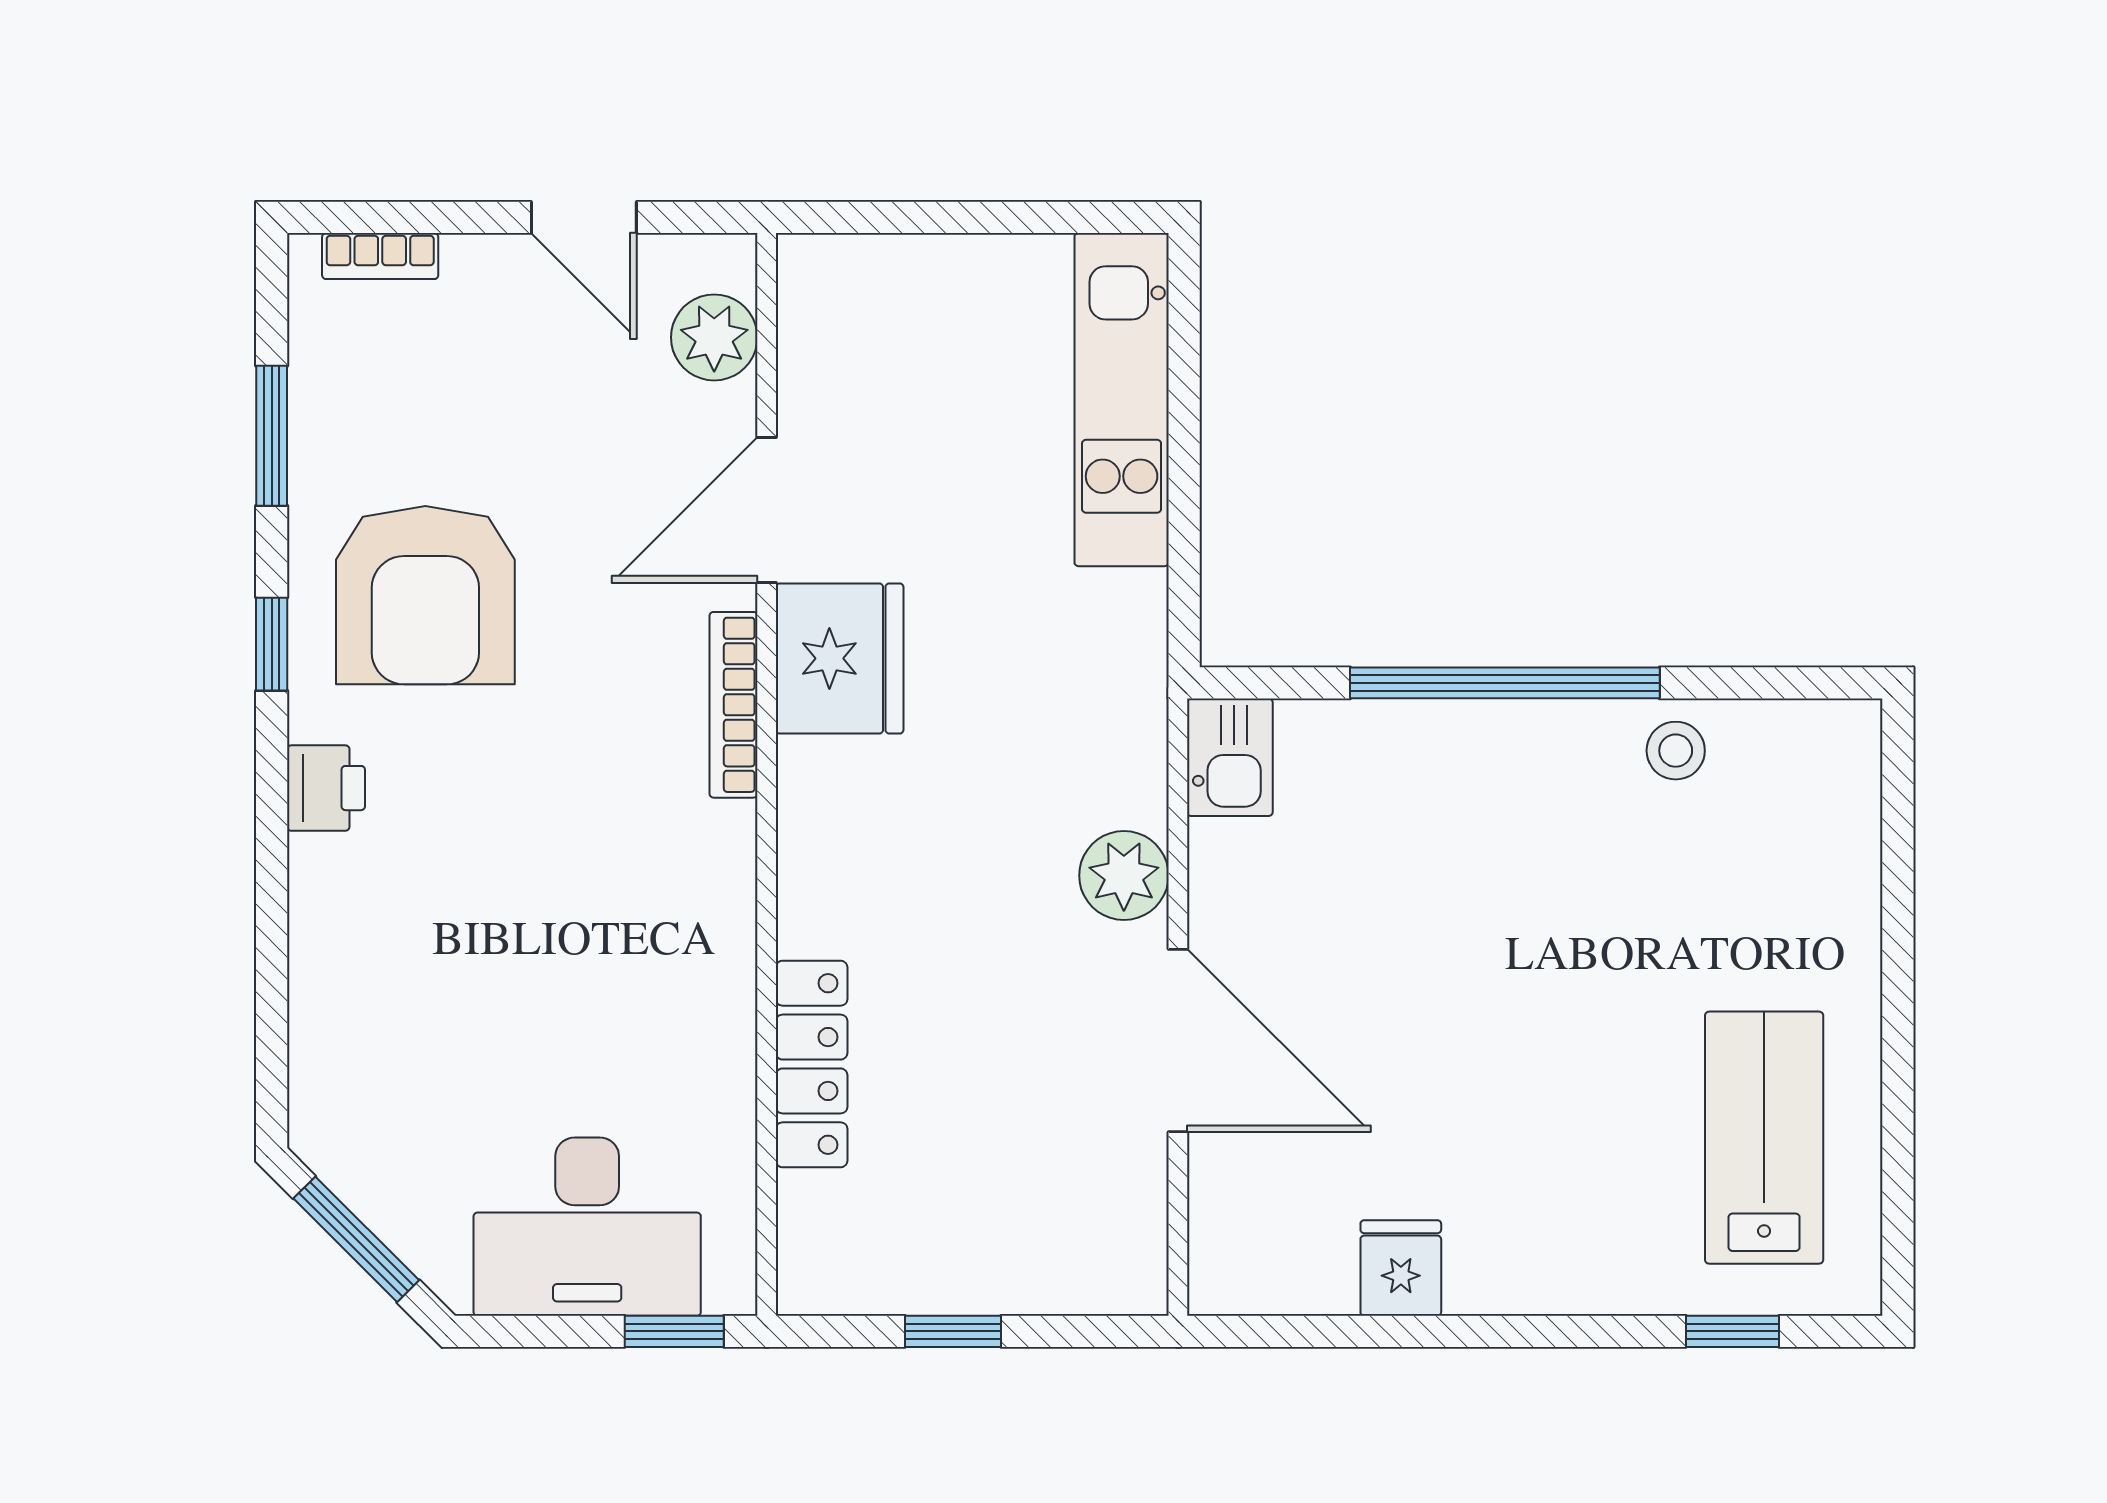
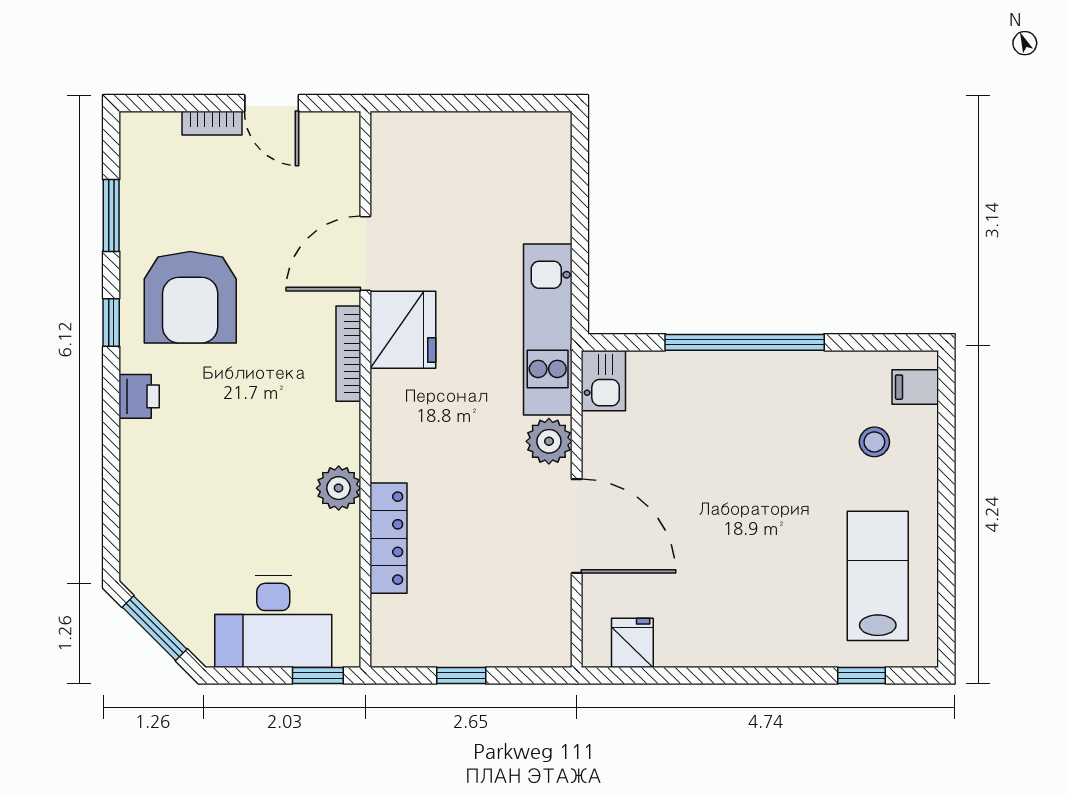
bookcase: (380, 256) -> (212, 123), moved
plant: (714, 337) -> (339, 488), moved
kitchen unit: (1122, 400) -> (548, 330), moved
stool: (1676, 751) -> (874, 442), moved
filing cabinet: (1837, 770) -> (915, 387), added
fridge: (1401, 1268) -> (632, 643), moved

